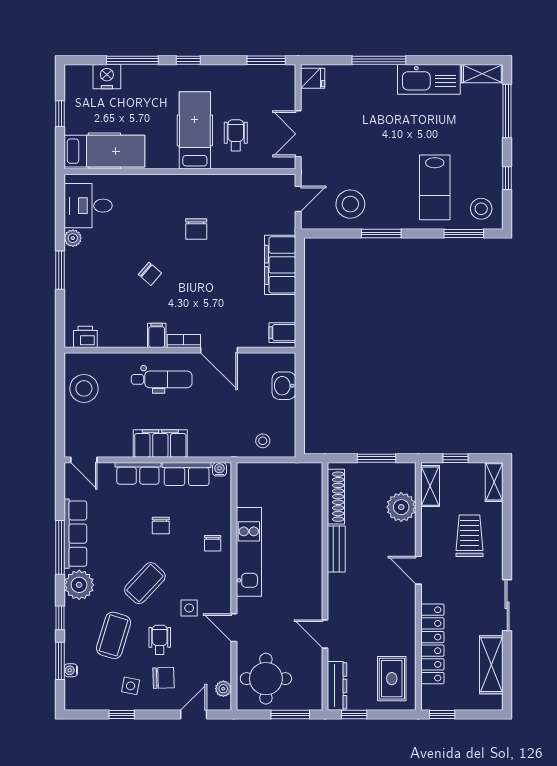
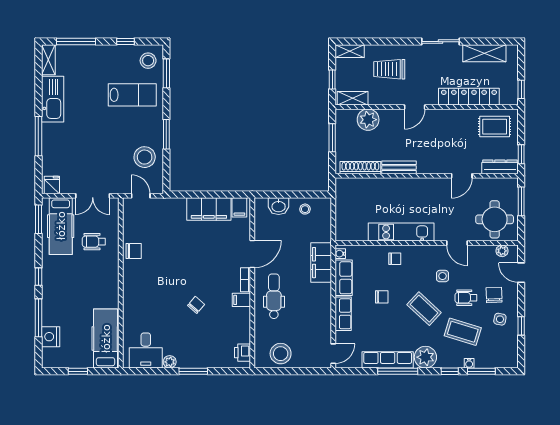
hospital bed: (195, 130) -> (61, 226), moved, turned -90
chair: (196, 229) -> (134, 251), moved
filing cabinet: (280, 265) -> (209, 209), moved
stool: (263, 441) -> (305, 209), moved
filing cabinet: (160, 443) -> (321, 263), moved
door: (234, 628) -> (457, 243), hinge flipped
water cooler: (71, 670) -> (469, 363), moved

